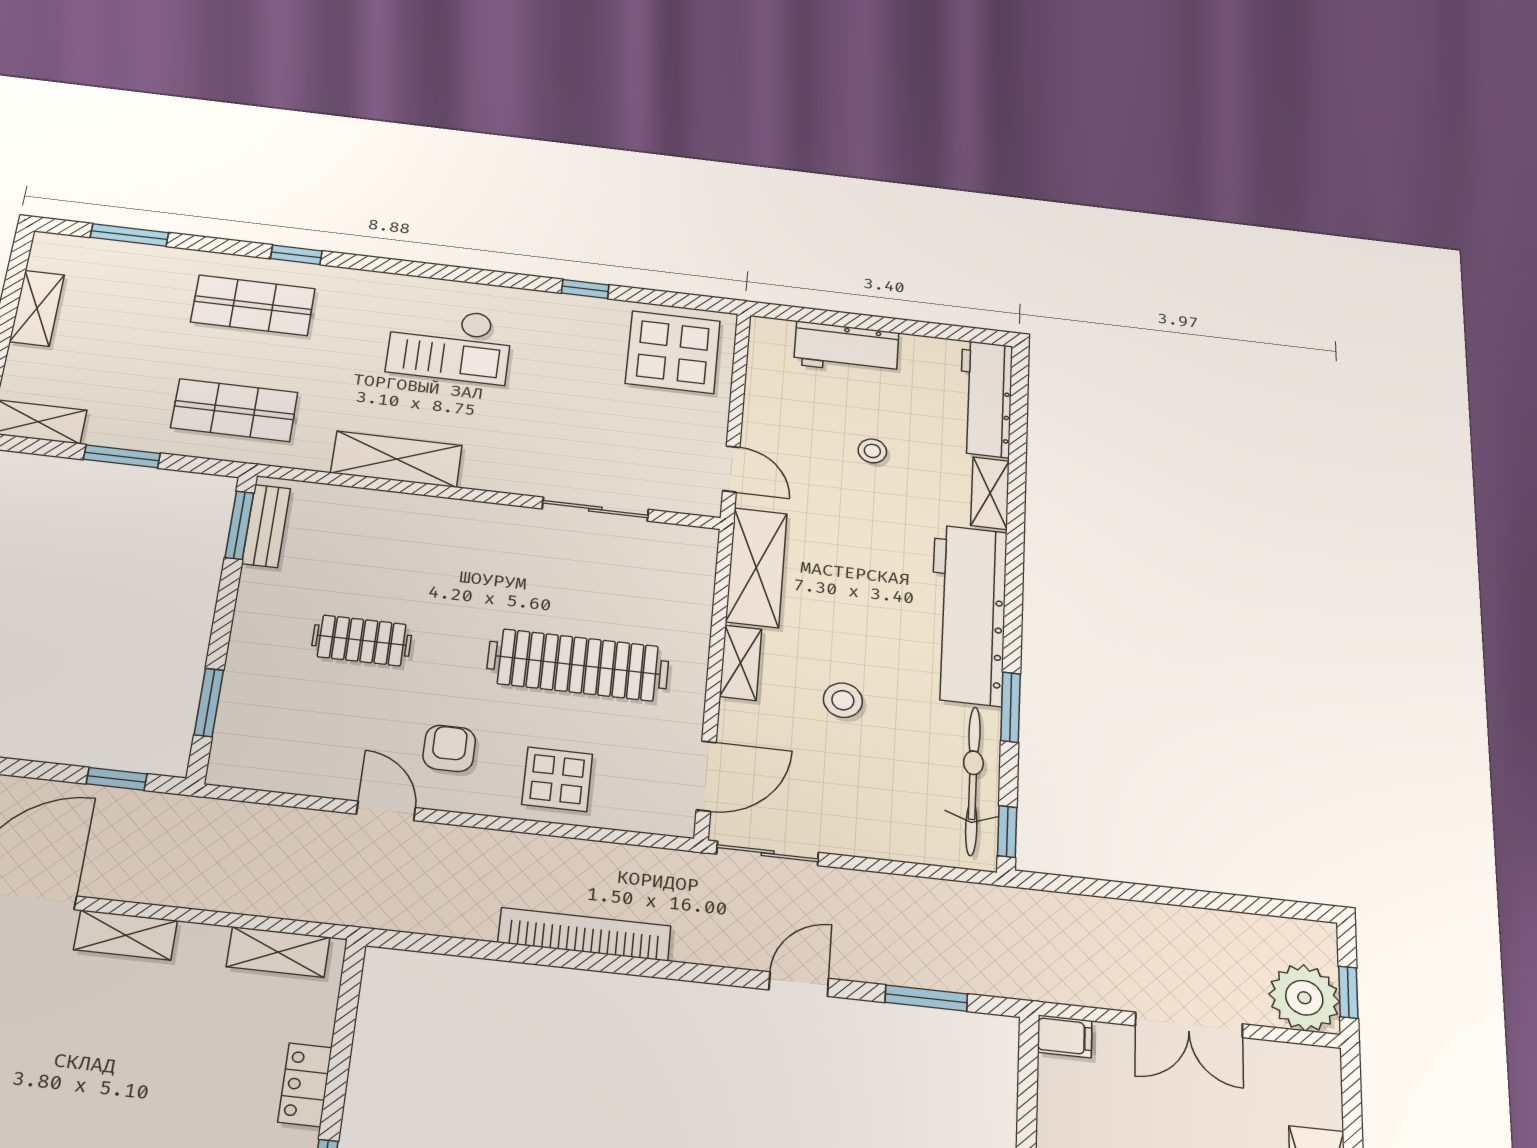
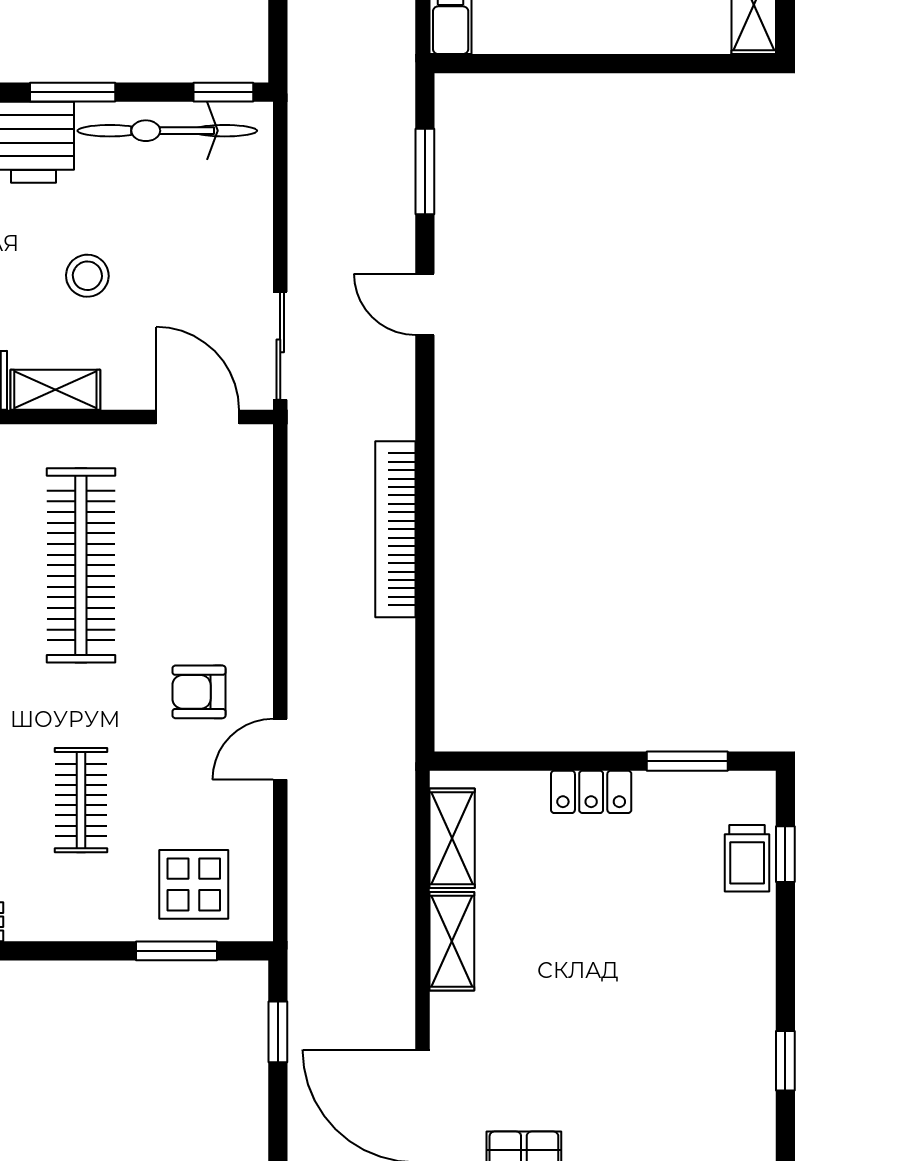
display table: (557, 779) -> (194, 884), moved
shelving: (126, 935) -> (452, 941), moved

